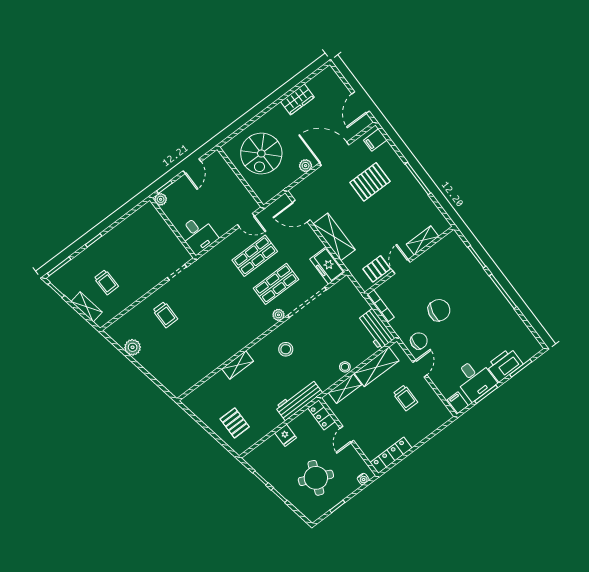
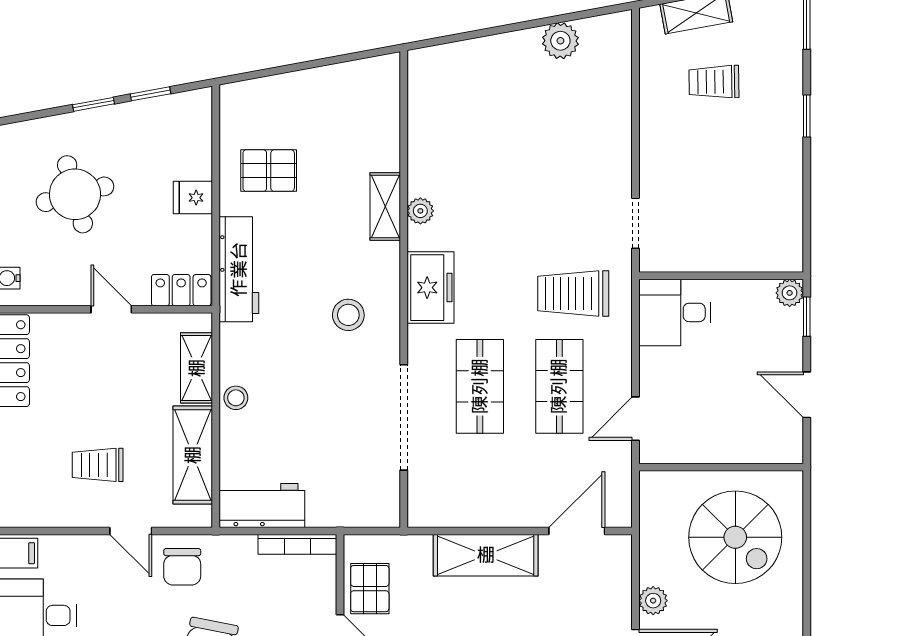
spiral stairs: (261, 153) -> (735, 537), turned 180
freezer: (327, 265) -> (430, 288), moved, turned 90
trolley: (165, 315) -> (573, 293), moved, width x1.36, depth x1.39
plant: (278, 315) -> (420, 211), moved
pallet: (235, 423) -> (269, 171), moved
round table: (316, 478) -> (75, 194), turned -38

